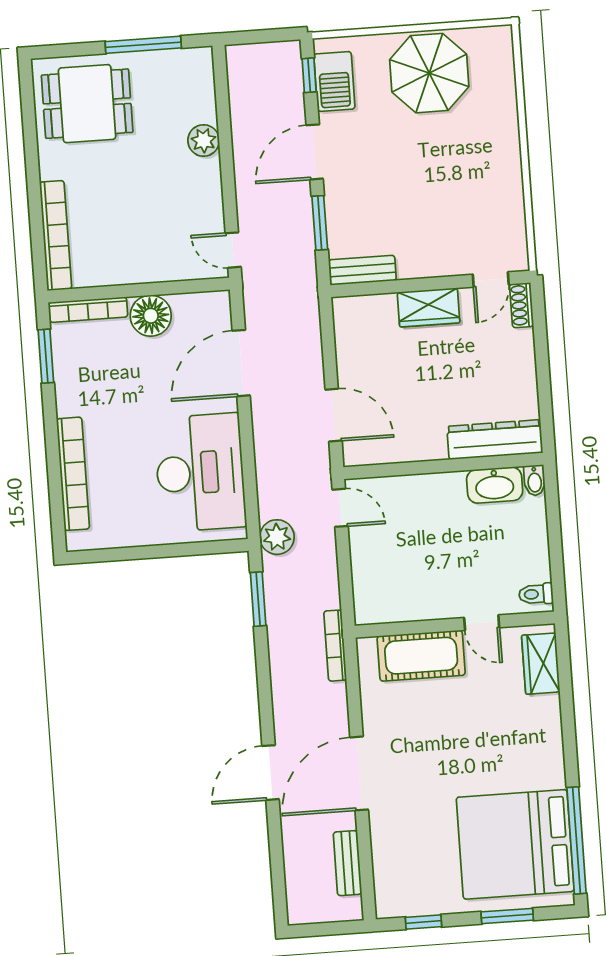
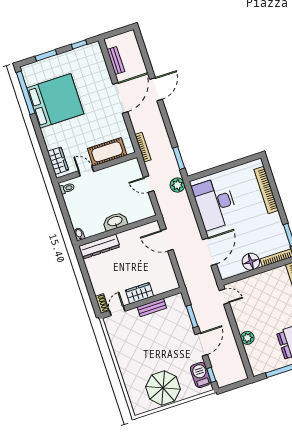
bench: (362, 270) -> (152, 308), moved
washbasin: (495, 485) -> (115, 221), moved
door: (340, 508) -> (149, 184), moved
bed: (515, 844) -> (55, 101), moved

